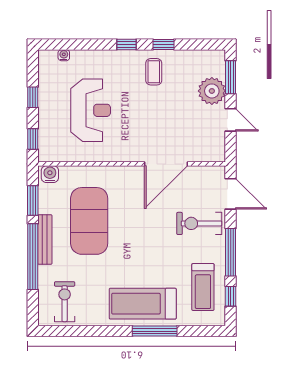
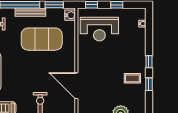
reception desk: (91, 110) -> (99, 29), moved

